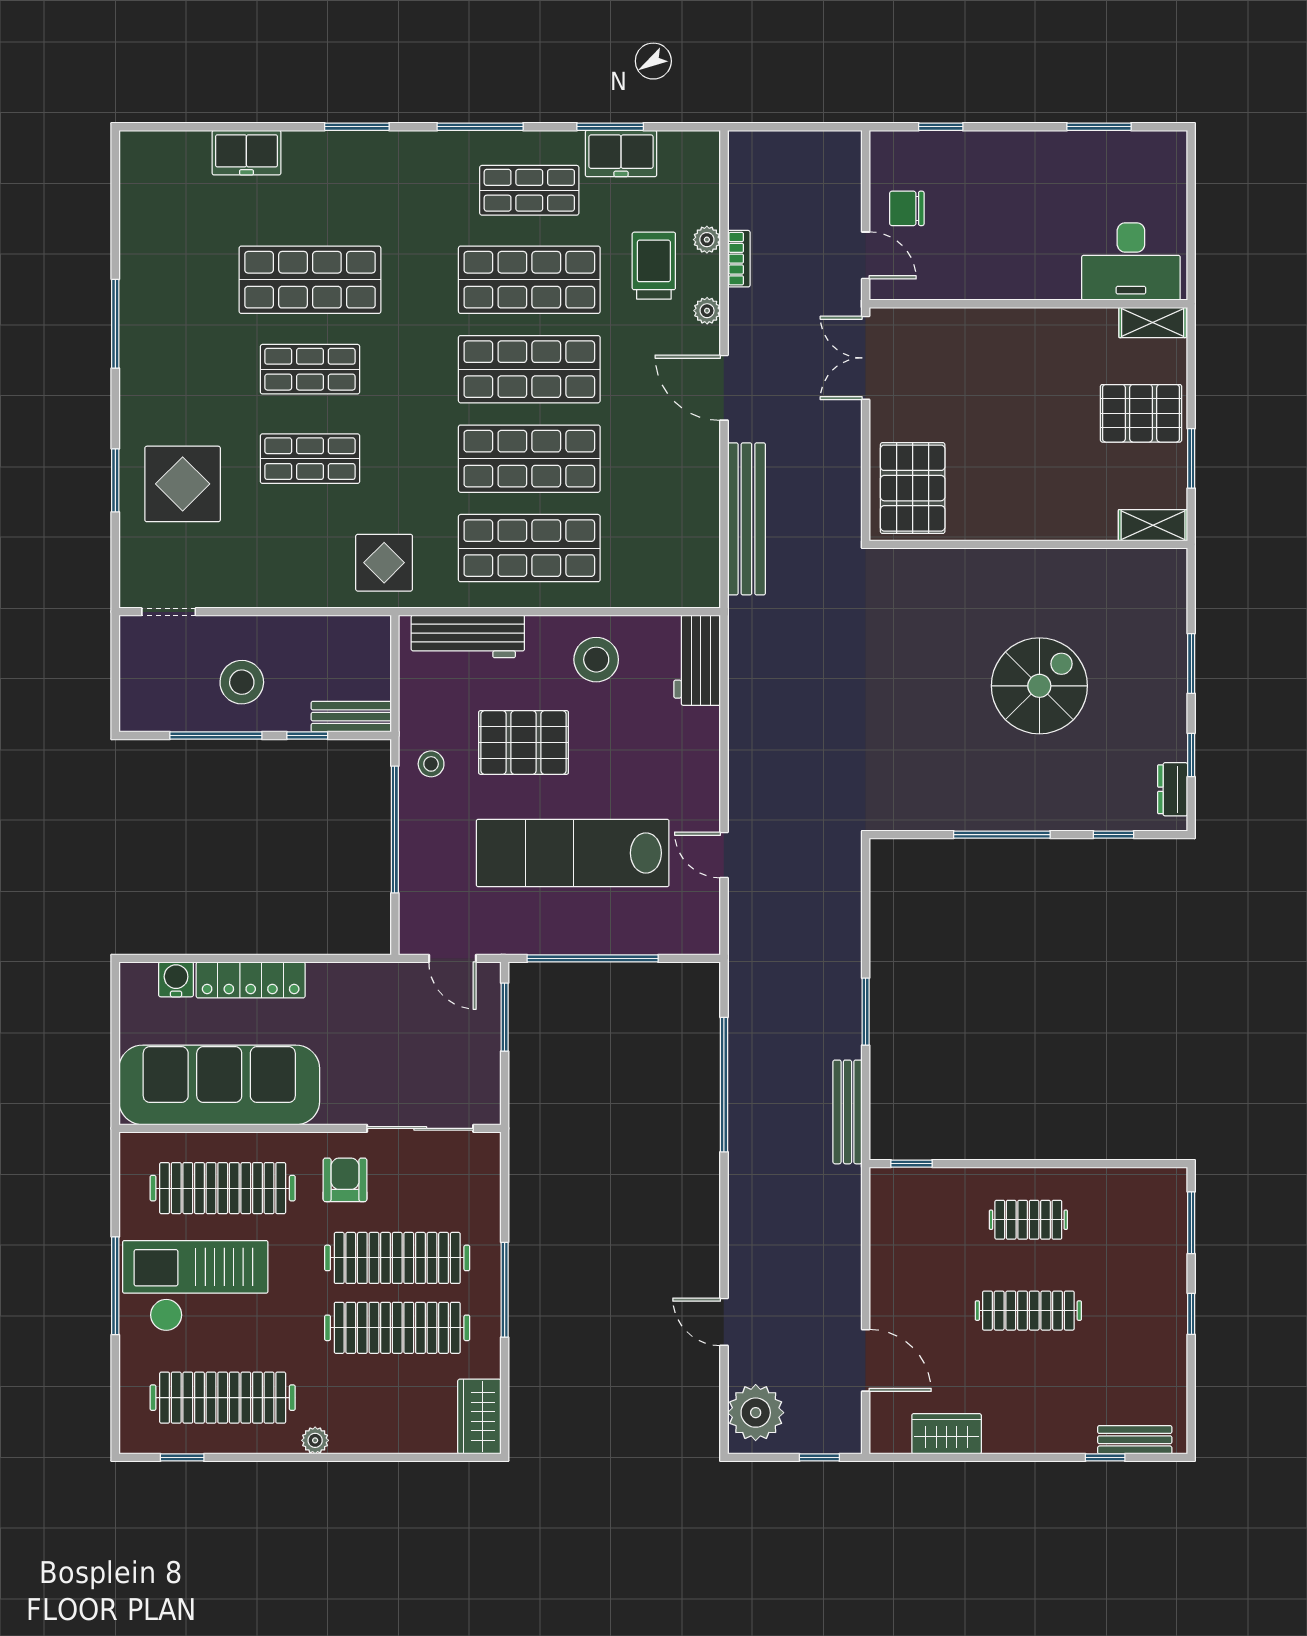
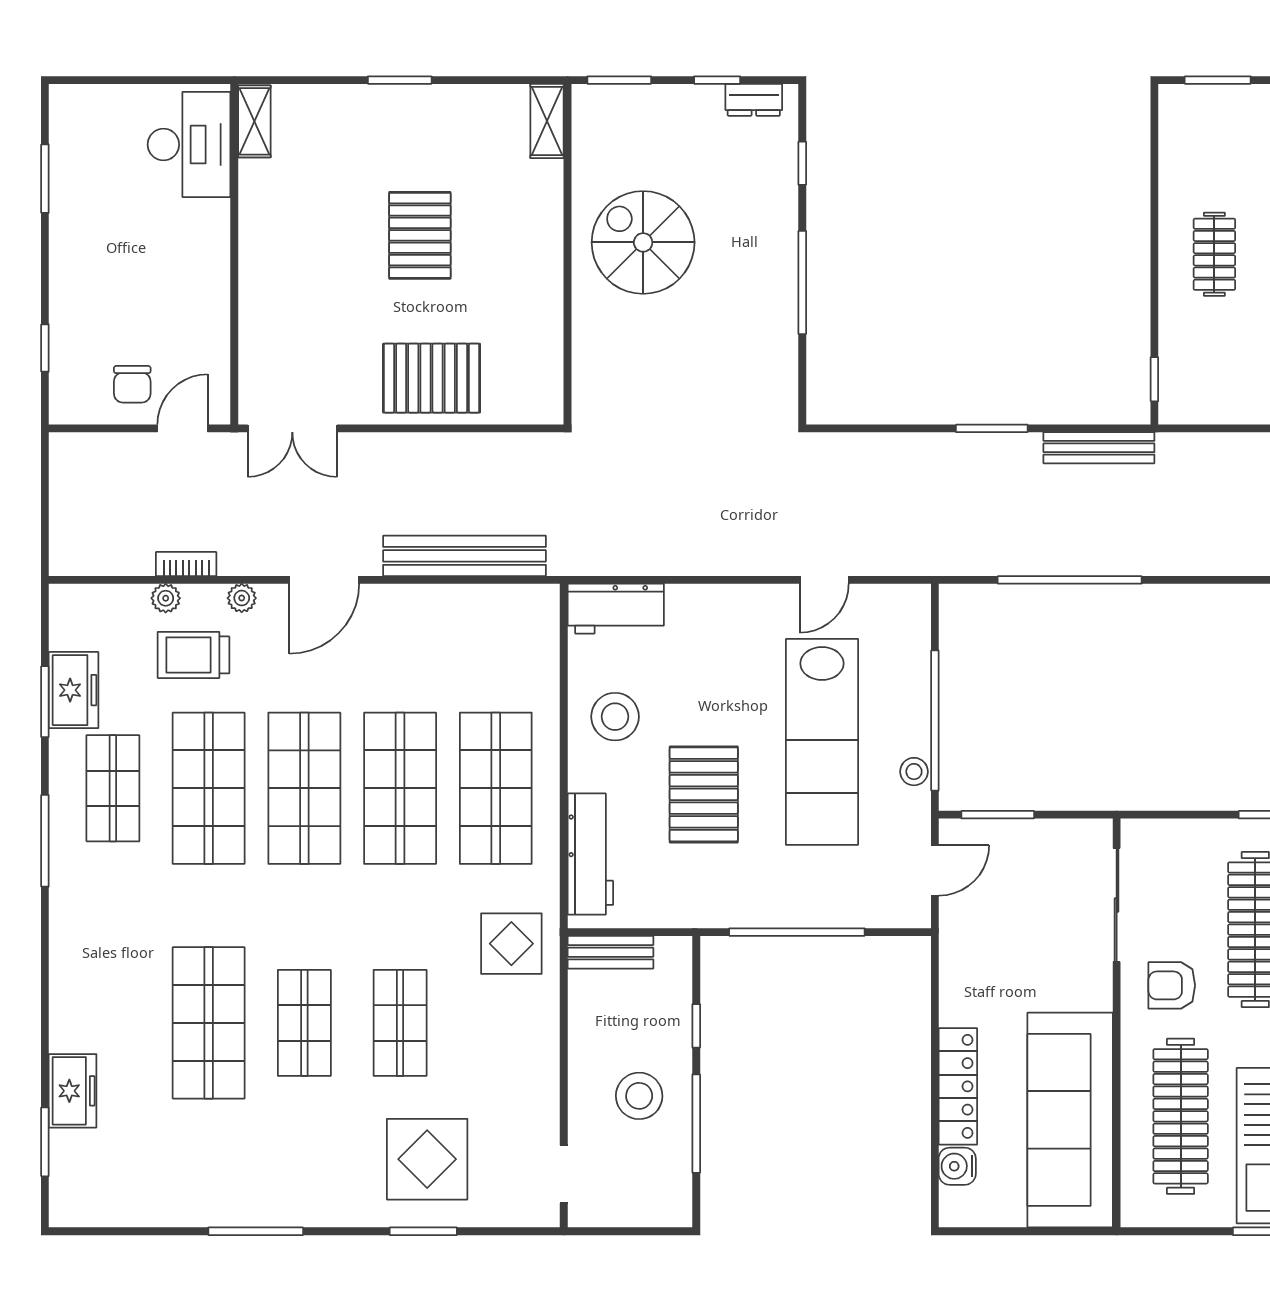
window: (357, 127) -> (45, 1142), moved
pallet: (1141, 413) -> (420, 235), moved
shelving: (1153, 525) -> (547, 121), moved
wall: (1028, 544) -> (568, 254), moved
bench: (351, 717) -> (610, 952), moved, turned 90
stool: (431, 764) -> (914, 772), moved

